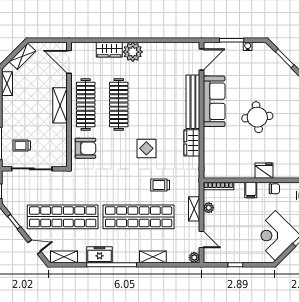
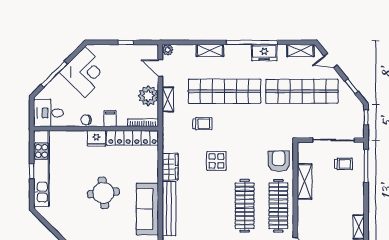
shelving: (60, 105) -> (304, 182), moved
armchair: (85, 148) -> (279, 161), turned 90
locker: (229, 171) -> (132, 138), added
plant: (209, 208) -> (148, 96), width x1.88, depth x1.88

